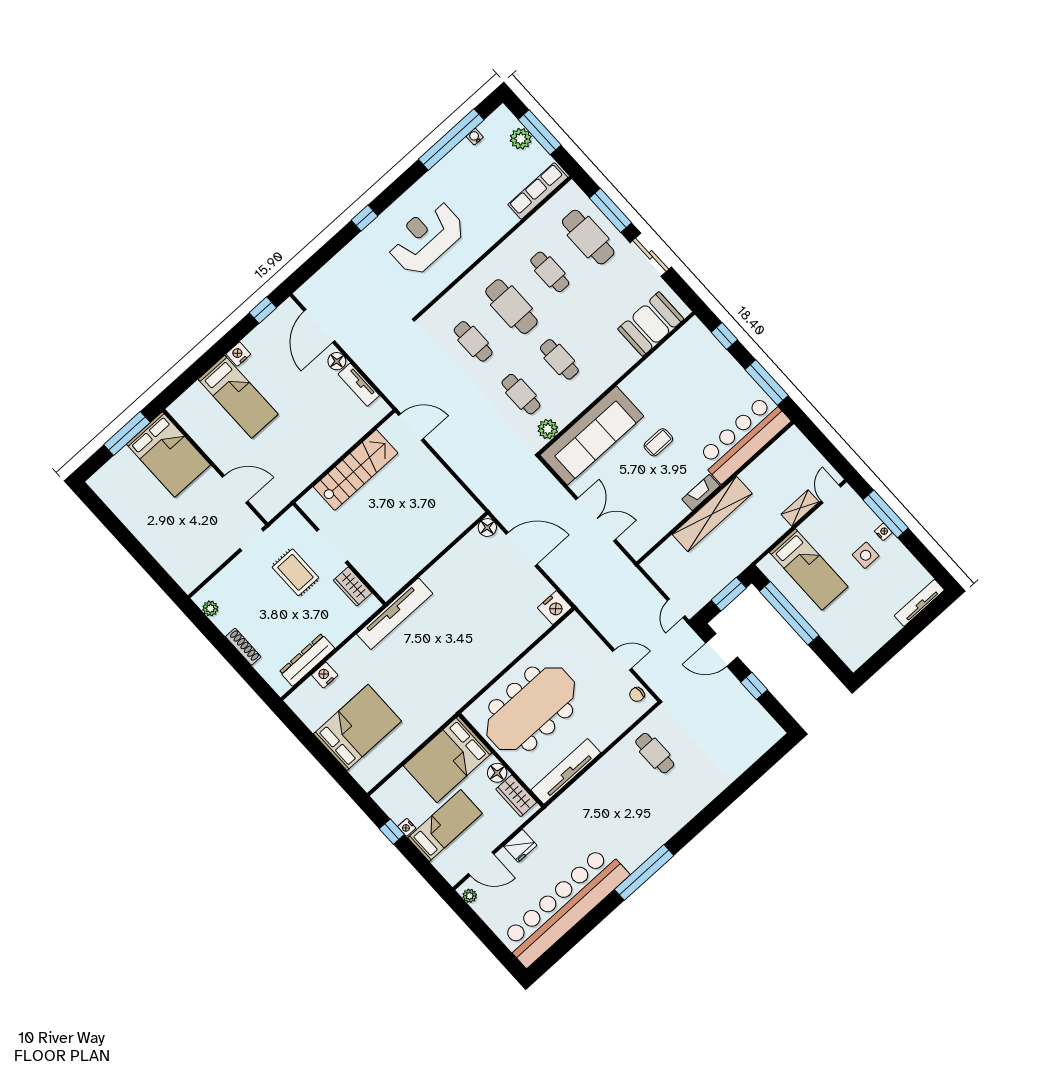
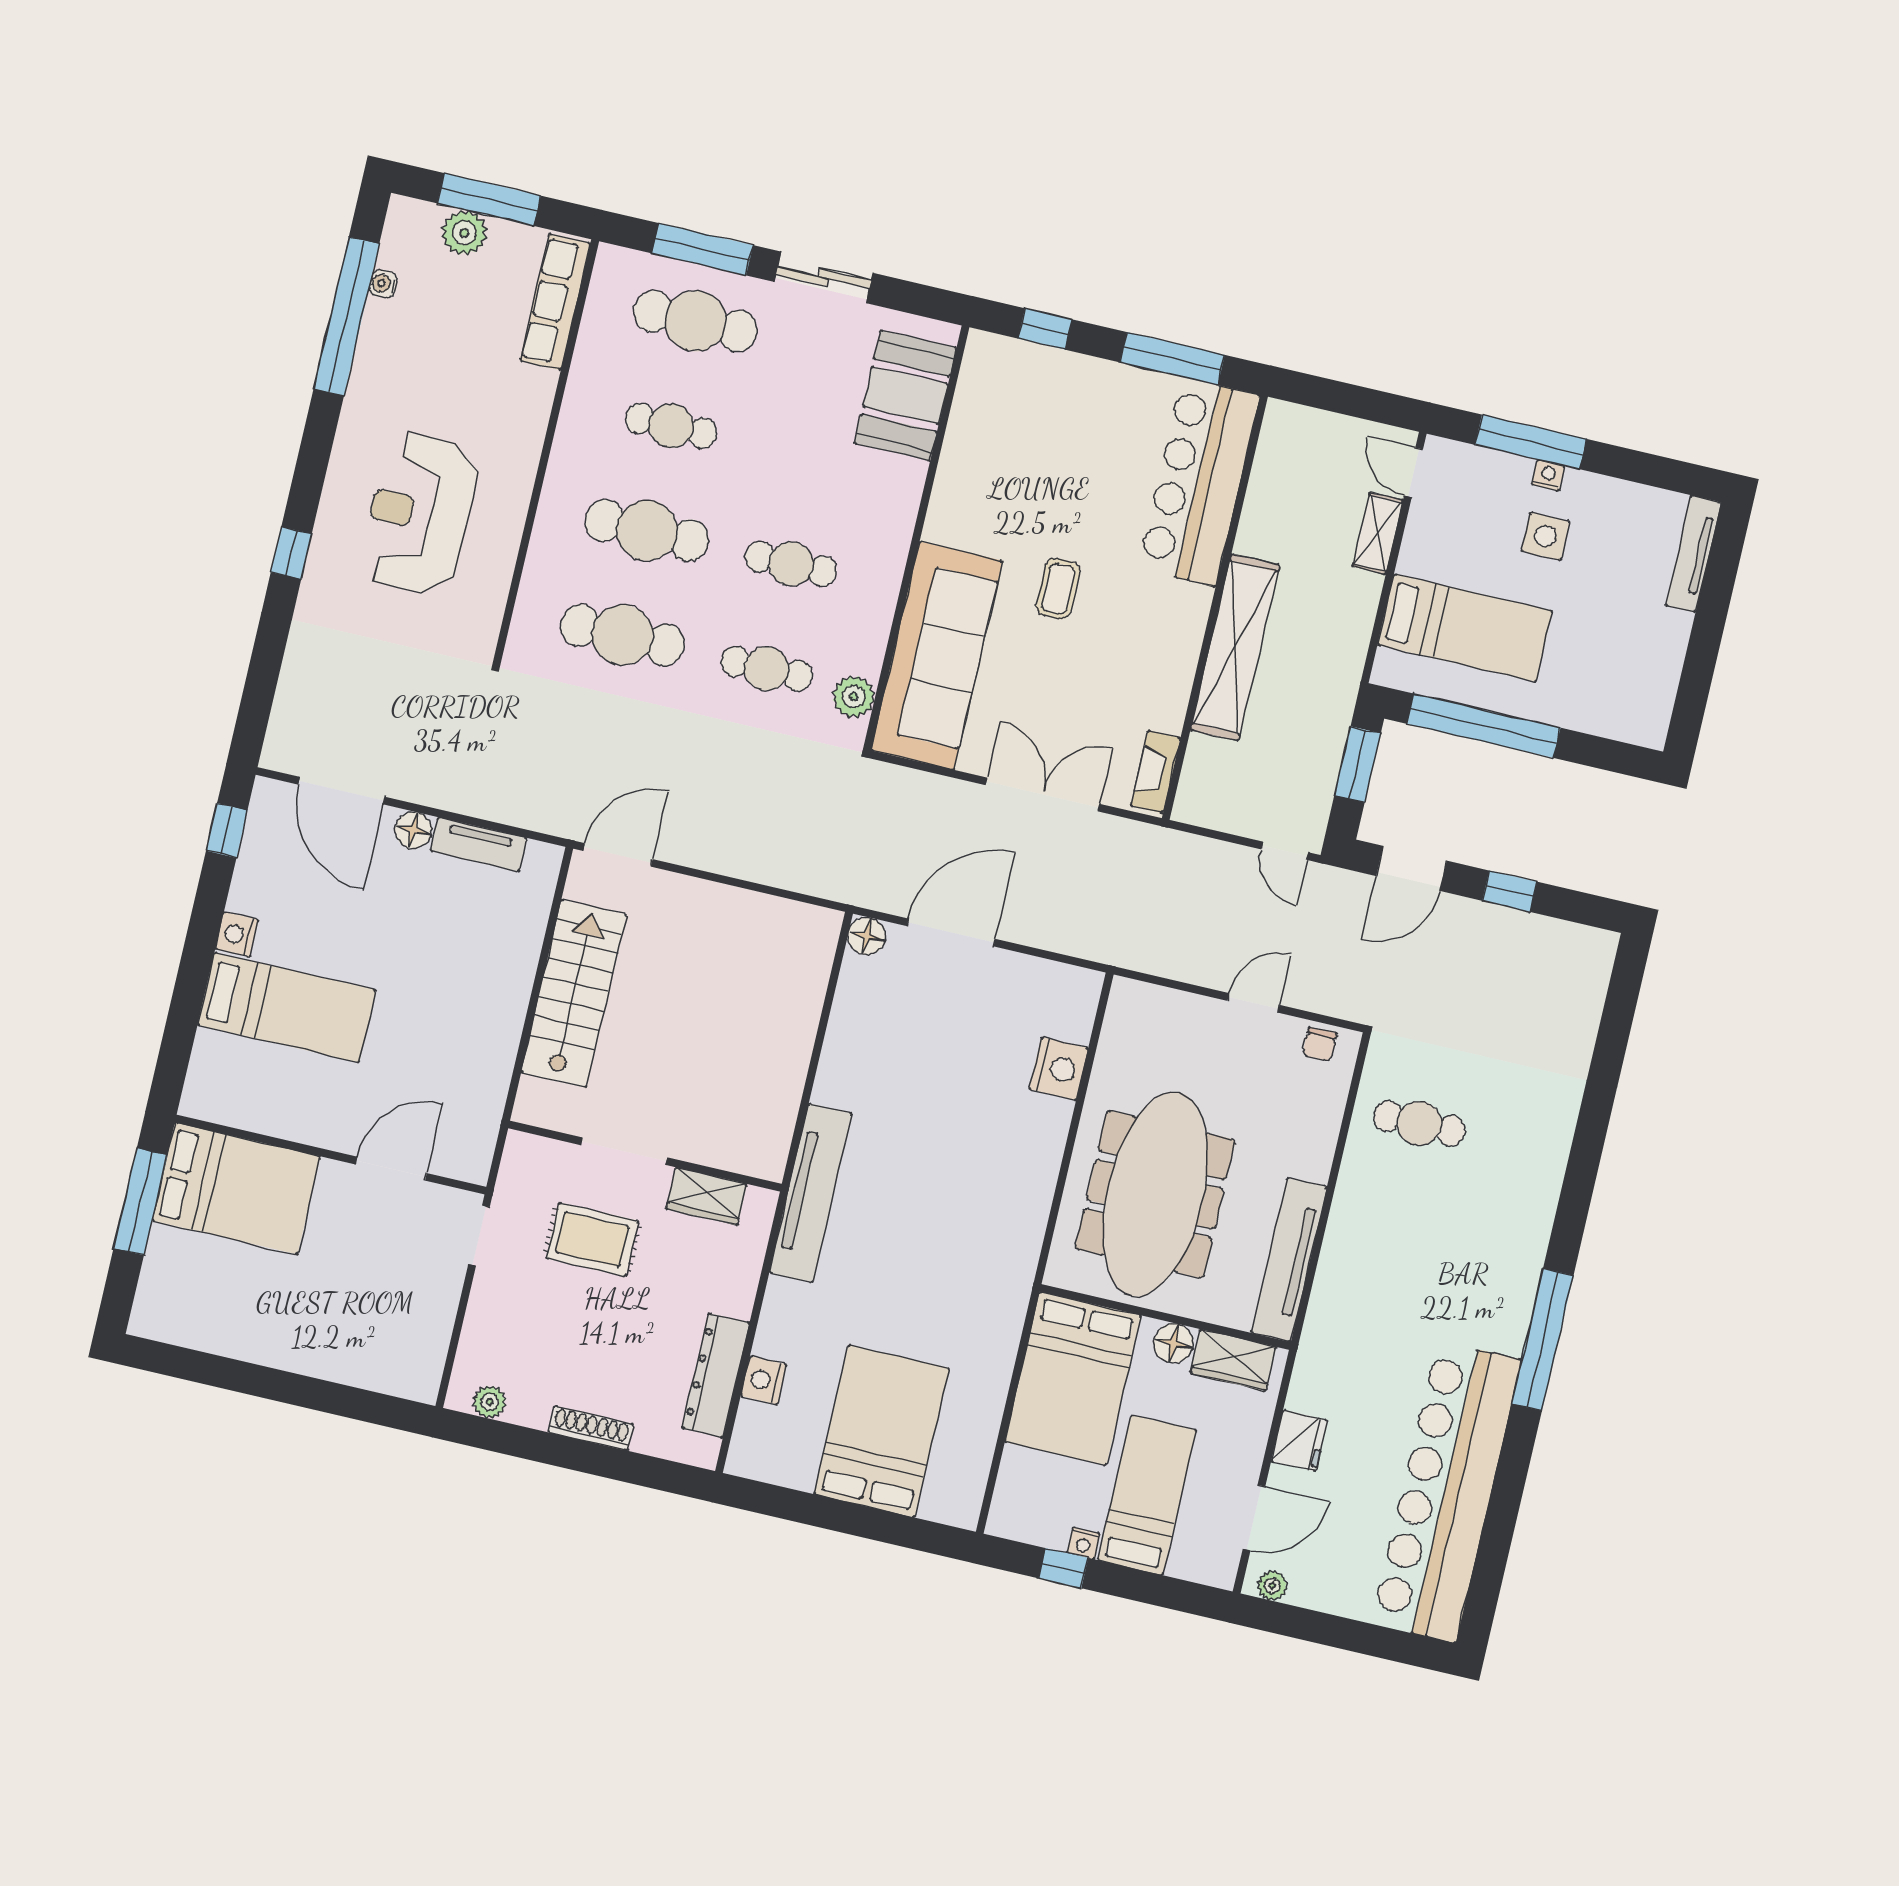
cafe table: (473, 341) -> (623, 635), width x1.37, depth x1.35
fireplace: (701, 493) -> (1156, 772), moved
nightstand: (555, 608) -> (1059, 1069), moved

